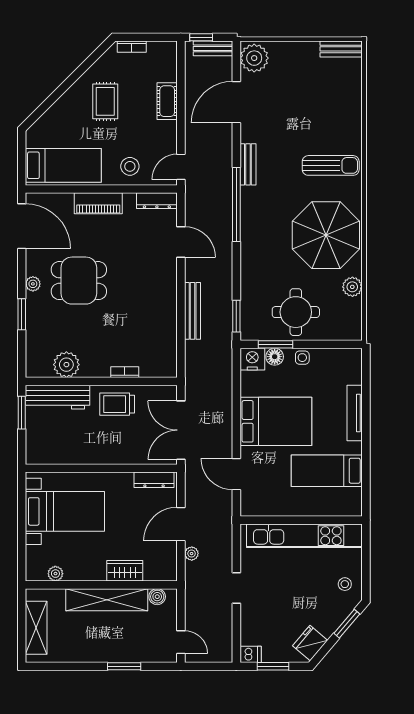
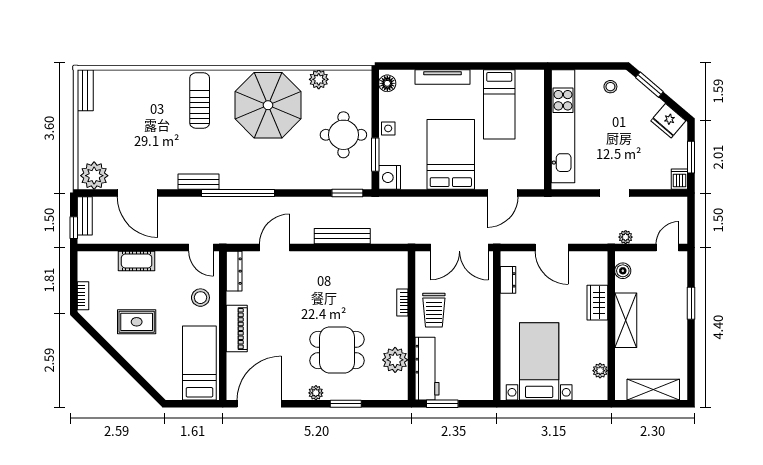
dining table: (79, 281) -> (337, 350), moved, turned 90
floor lamp: (275, 357) -> (387, 83), moved
dresser: (154, 480) -> (508, 280), width x0.70
plant: (192, 554) -> (626, 237), moved
shelving: (107, 600) -> (626, 320), width x0.68

